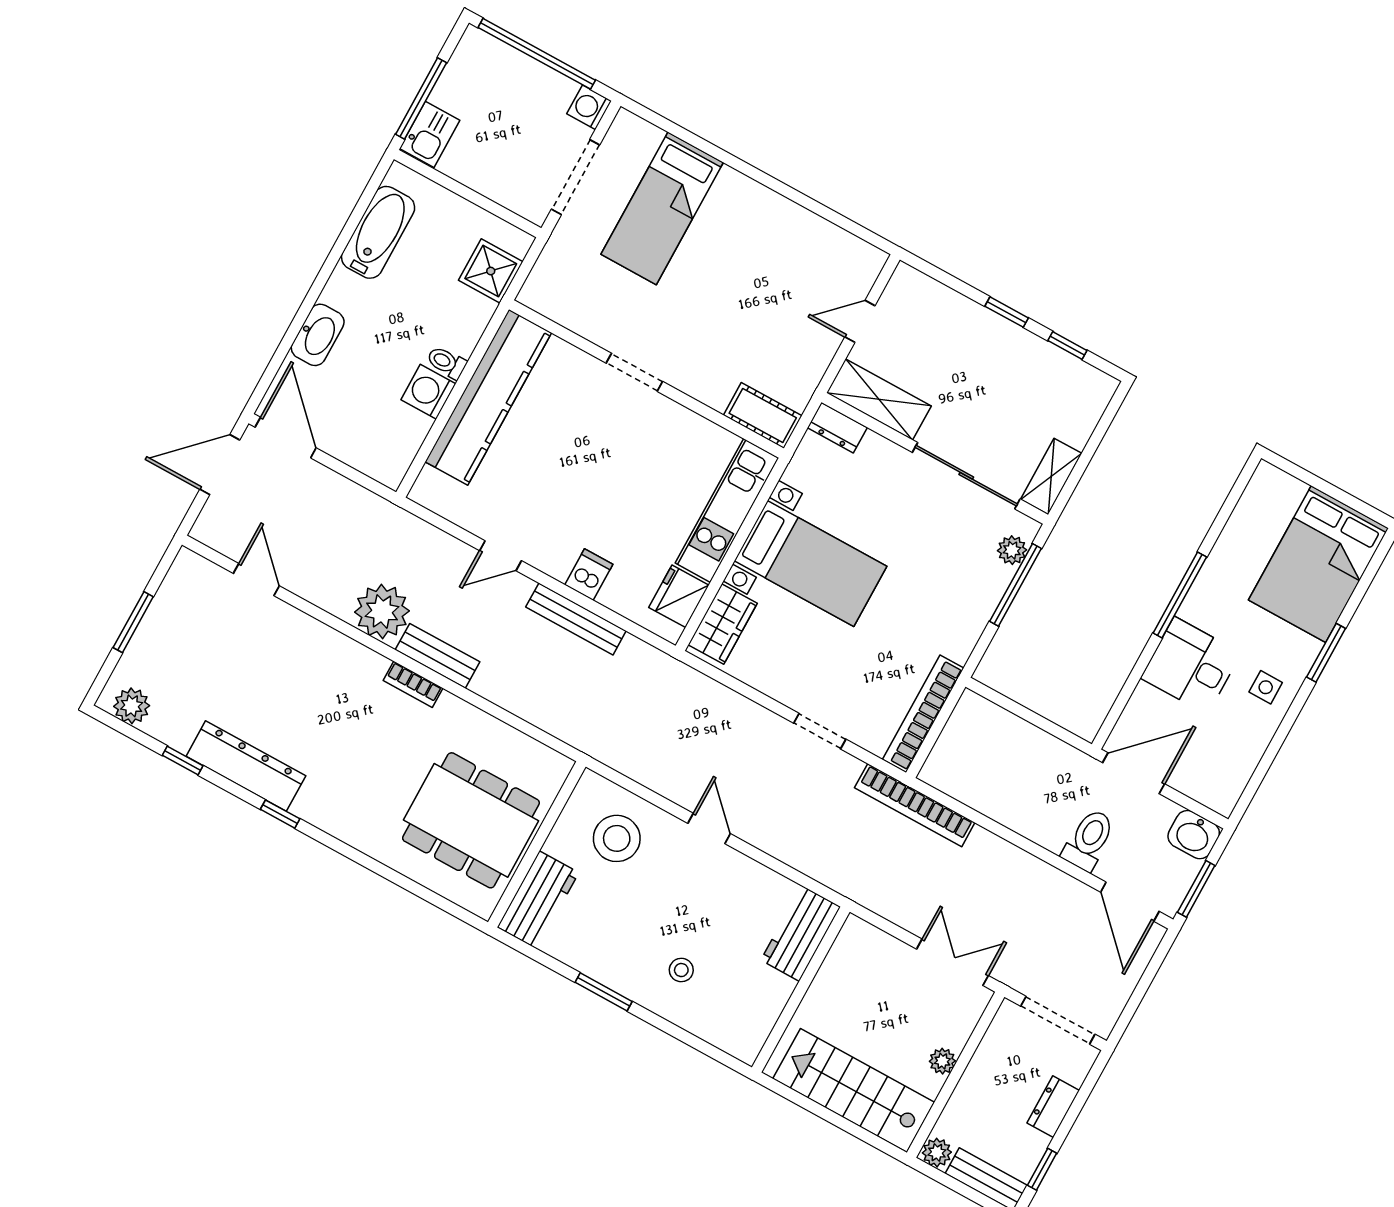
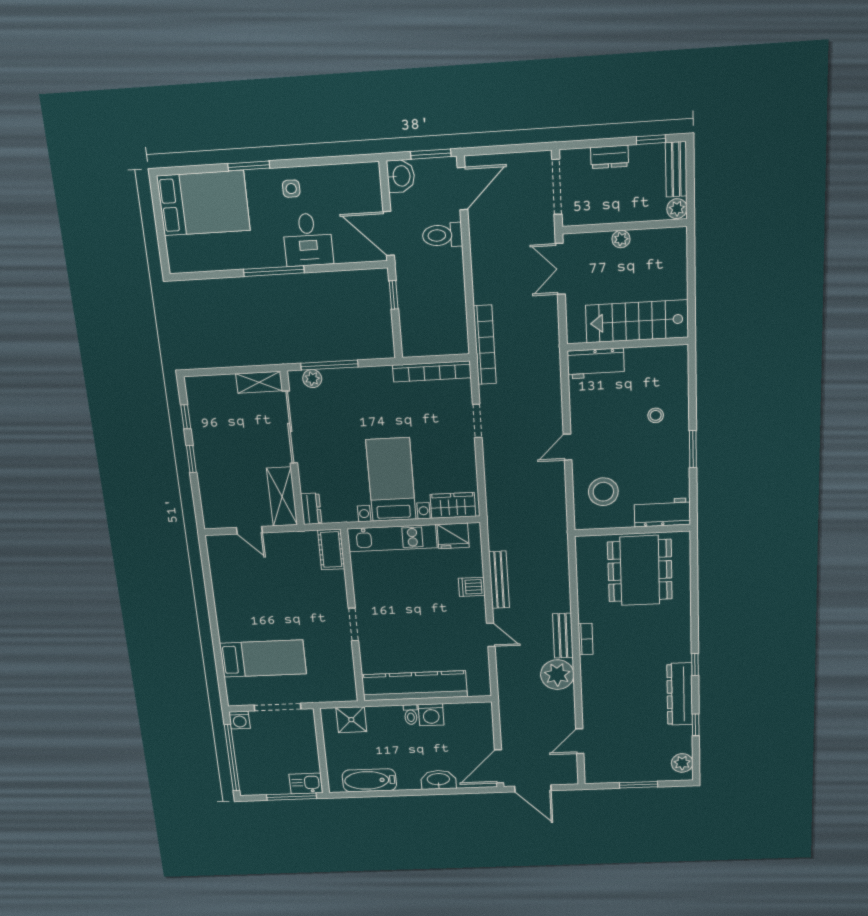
window: (1053, 729) -> (394, 295), added
stairs: (854, 1090) -> (637, 321), moved, turned 90

